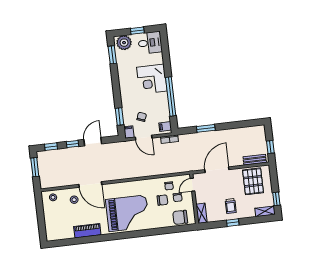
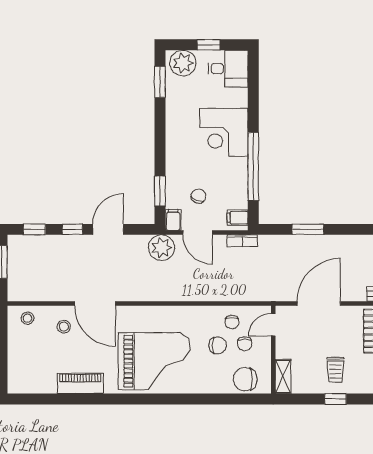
plant: (124, 149) -> (161, 248), added

